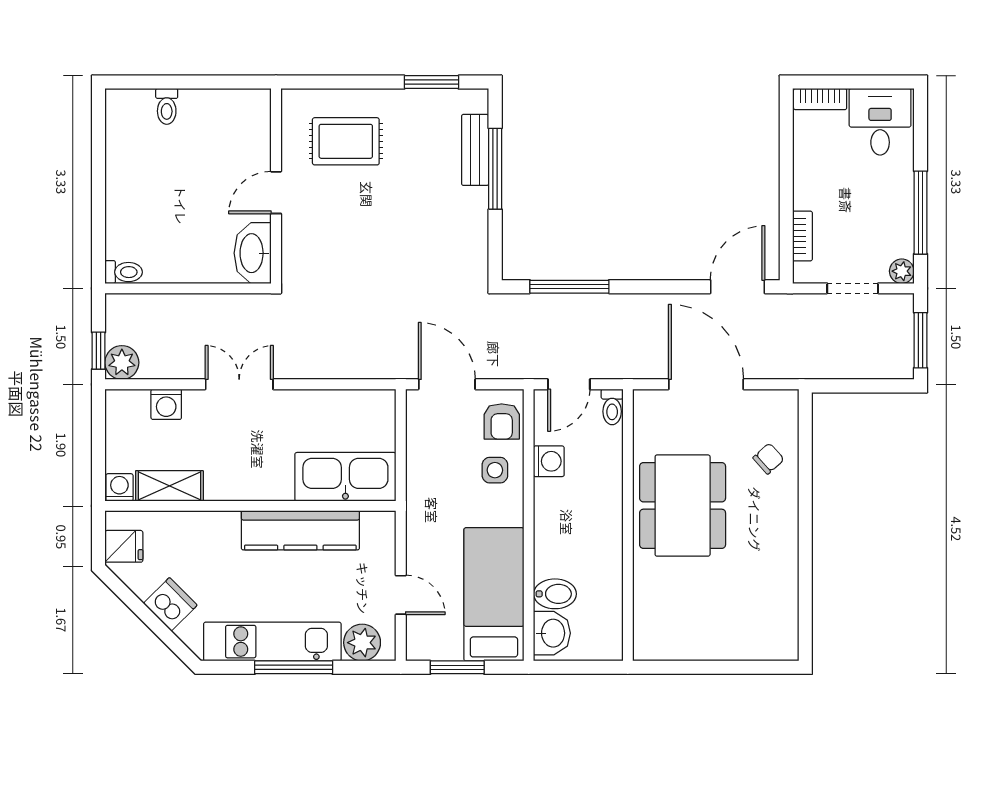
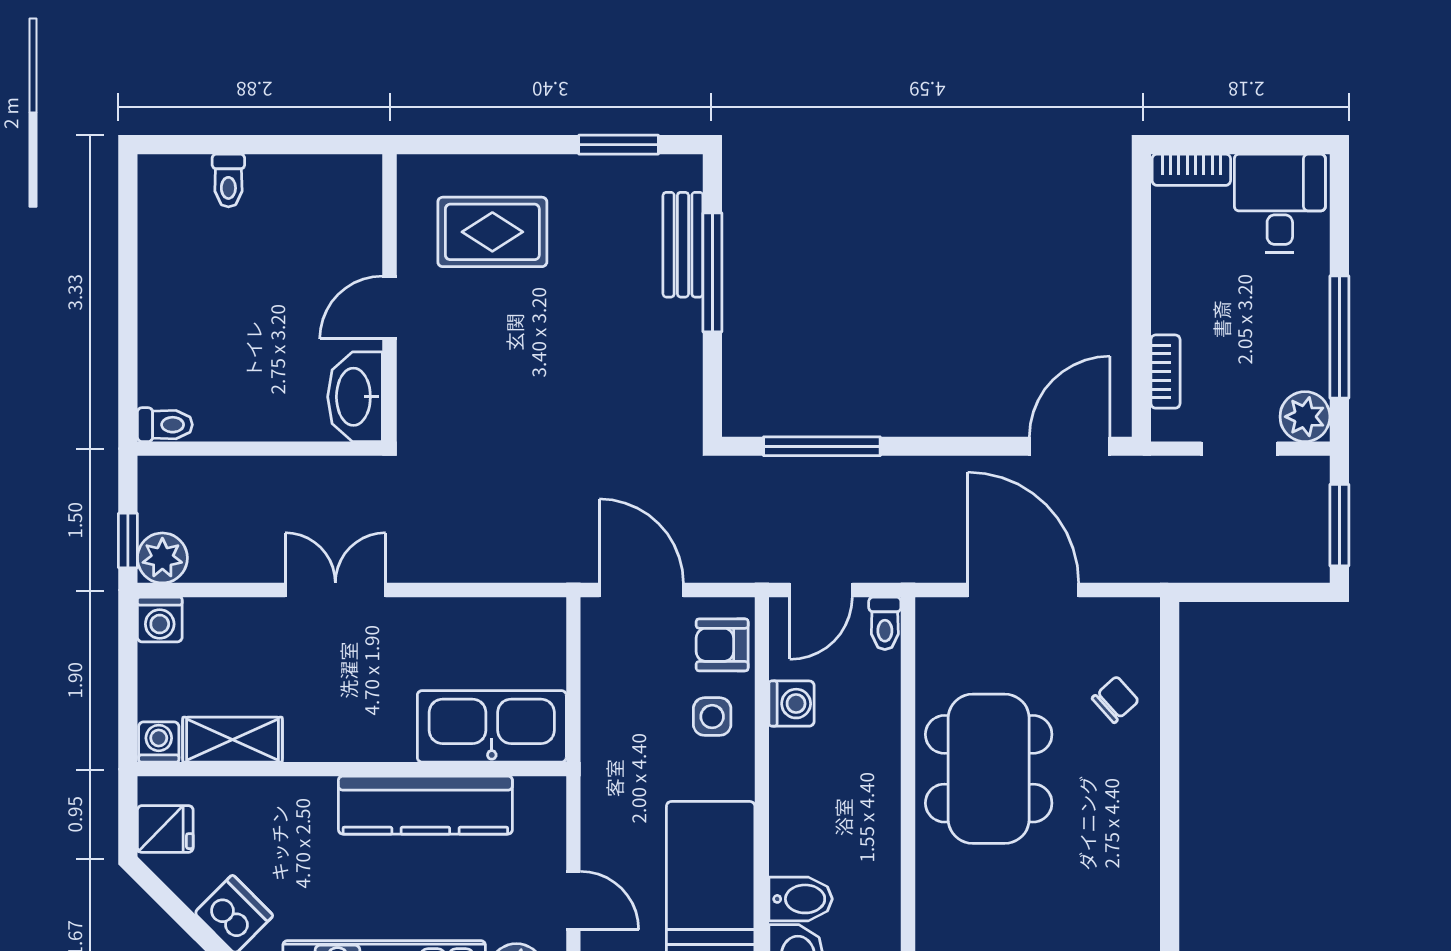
plant: (902, 271) -> (1305, 417), width x1.38, depth x1.38
washing machine: (166, 404) -> (160, 620), moved
armchair: (502, 421) -> (722, 645), turned 90

